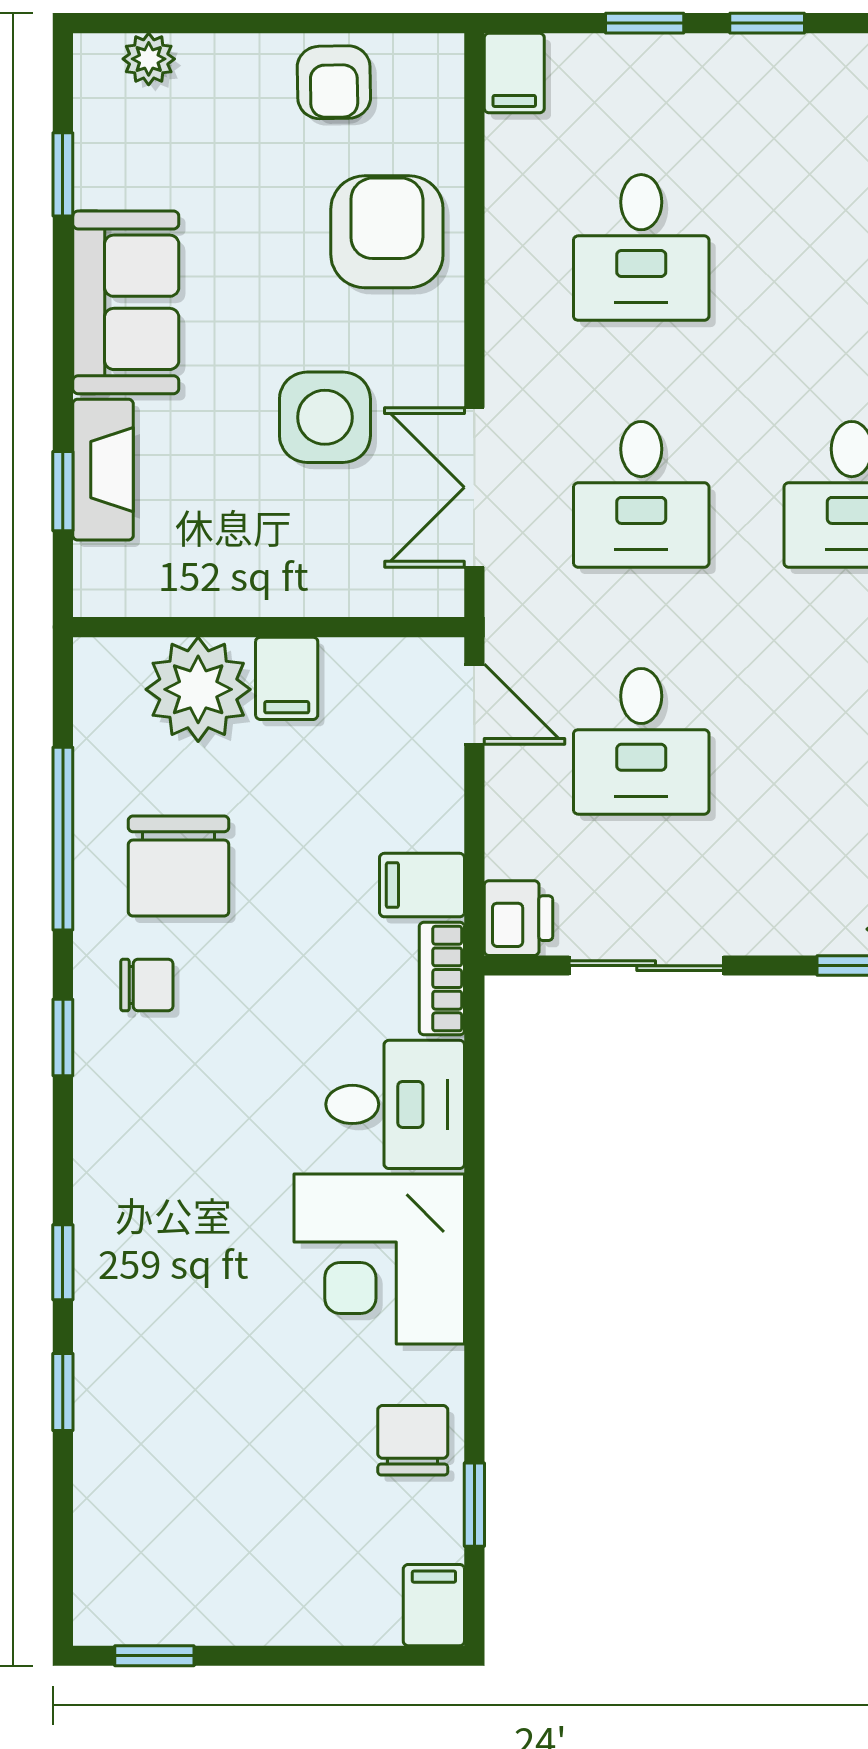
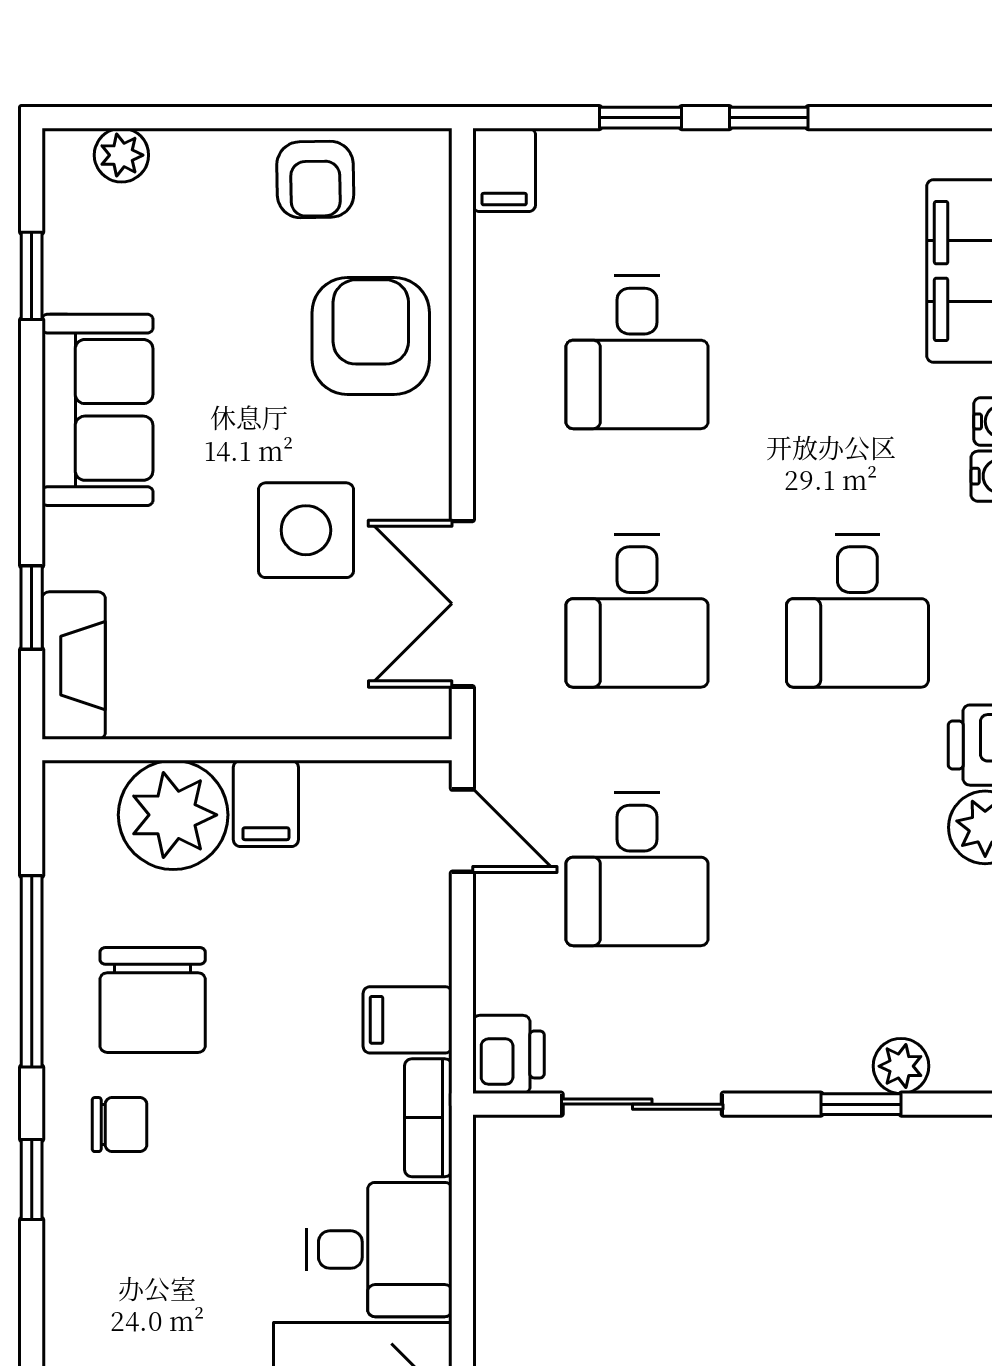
fireplace: (103, 470) -> (74, 666), moved

